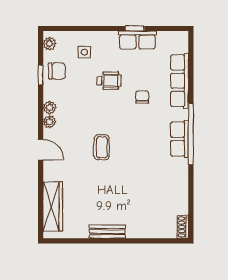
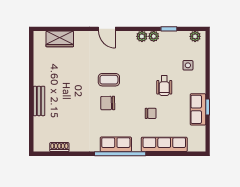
chair: (57, 71) -> (108, 103), moved, turned 89
plant: (49, 122) -> (154, 36), moved
door: (41, 150) -> (107, 29), hinge flipped
wardrobe: (53, 206) -> (60, 39), width x0.67
shoe rack: (183, 227) -> (59, 147), moved
bench: (107, 232) -> (39, 101), moved

